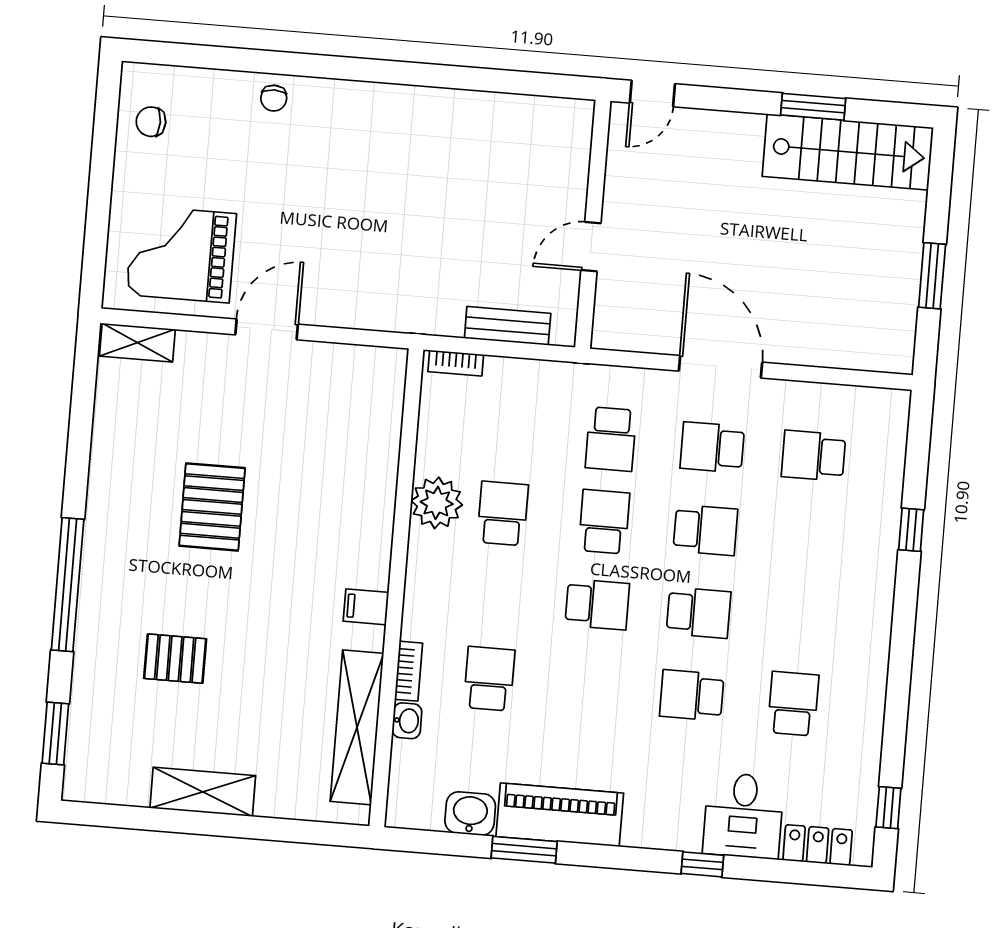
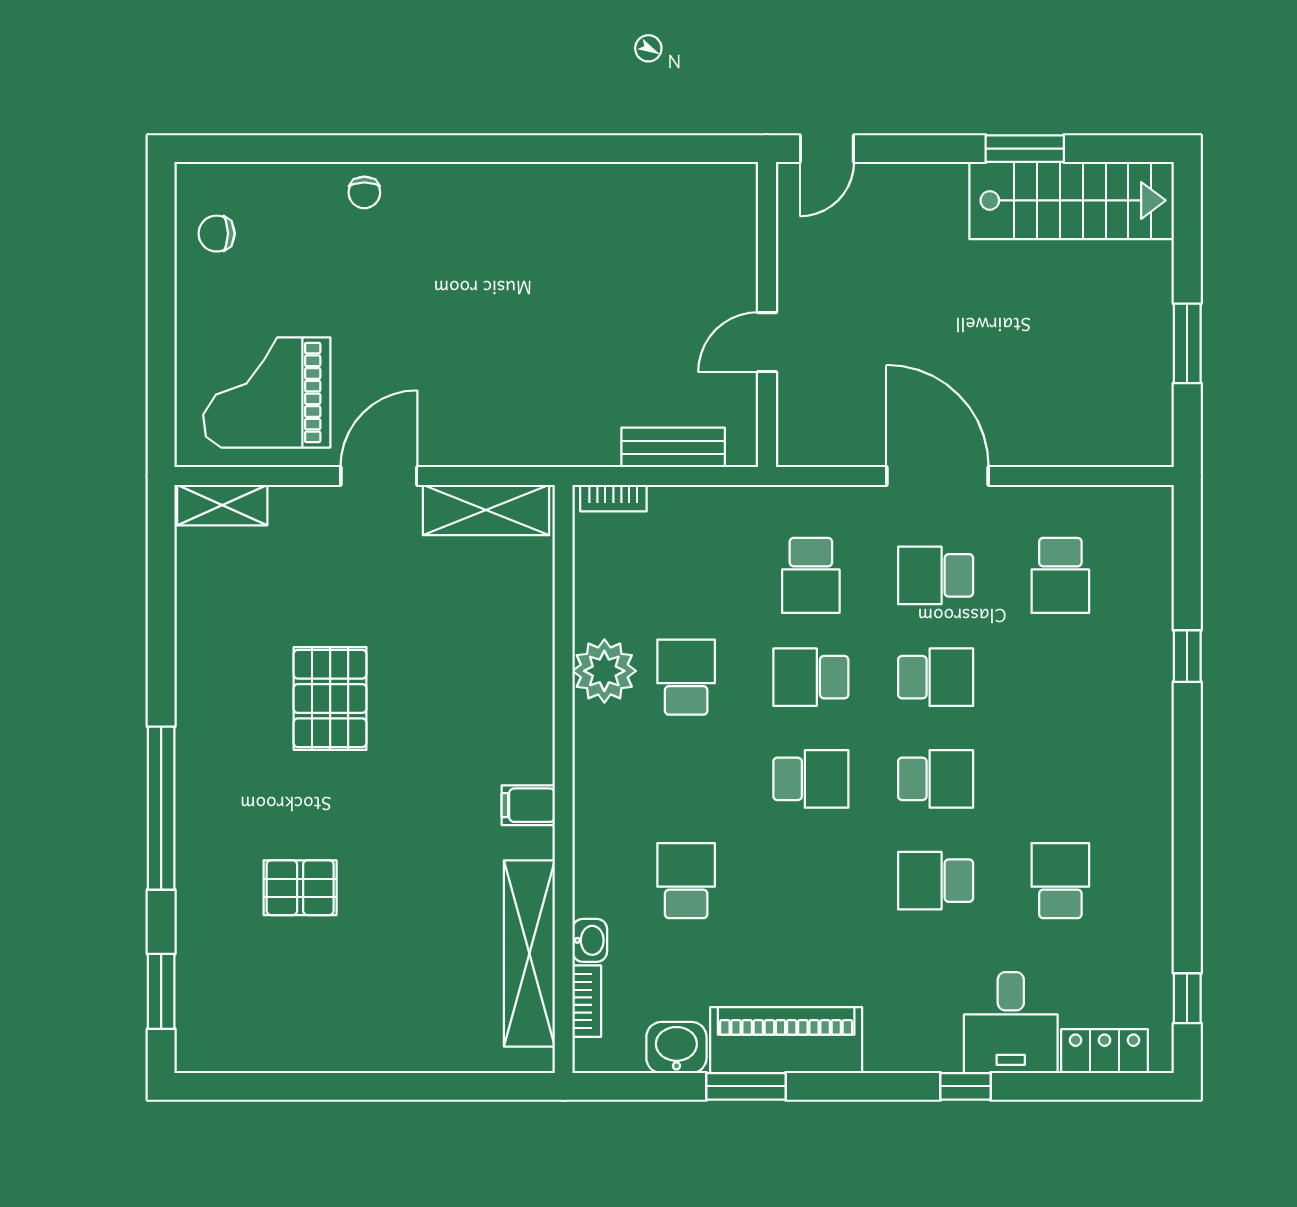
school desk: (814, 456) -> (1060, 575), turned -90
school desk: (604, 522) -> (811, 677), turned -90
bookcase: (409, 671) -> (587, 1001), moved
shelving: (203, 792) -> (486, 510), moved

